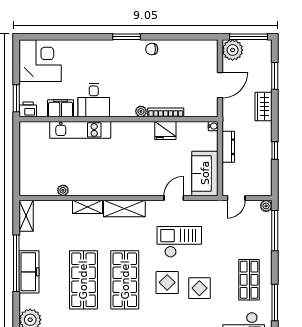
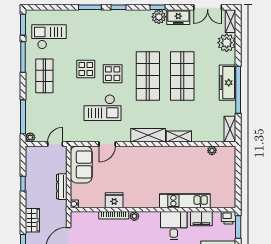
plant: (63, 190) -> (212, 150), moved

